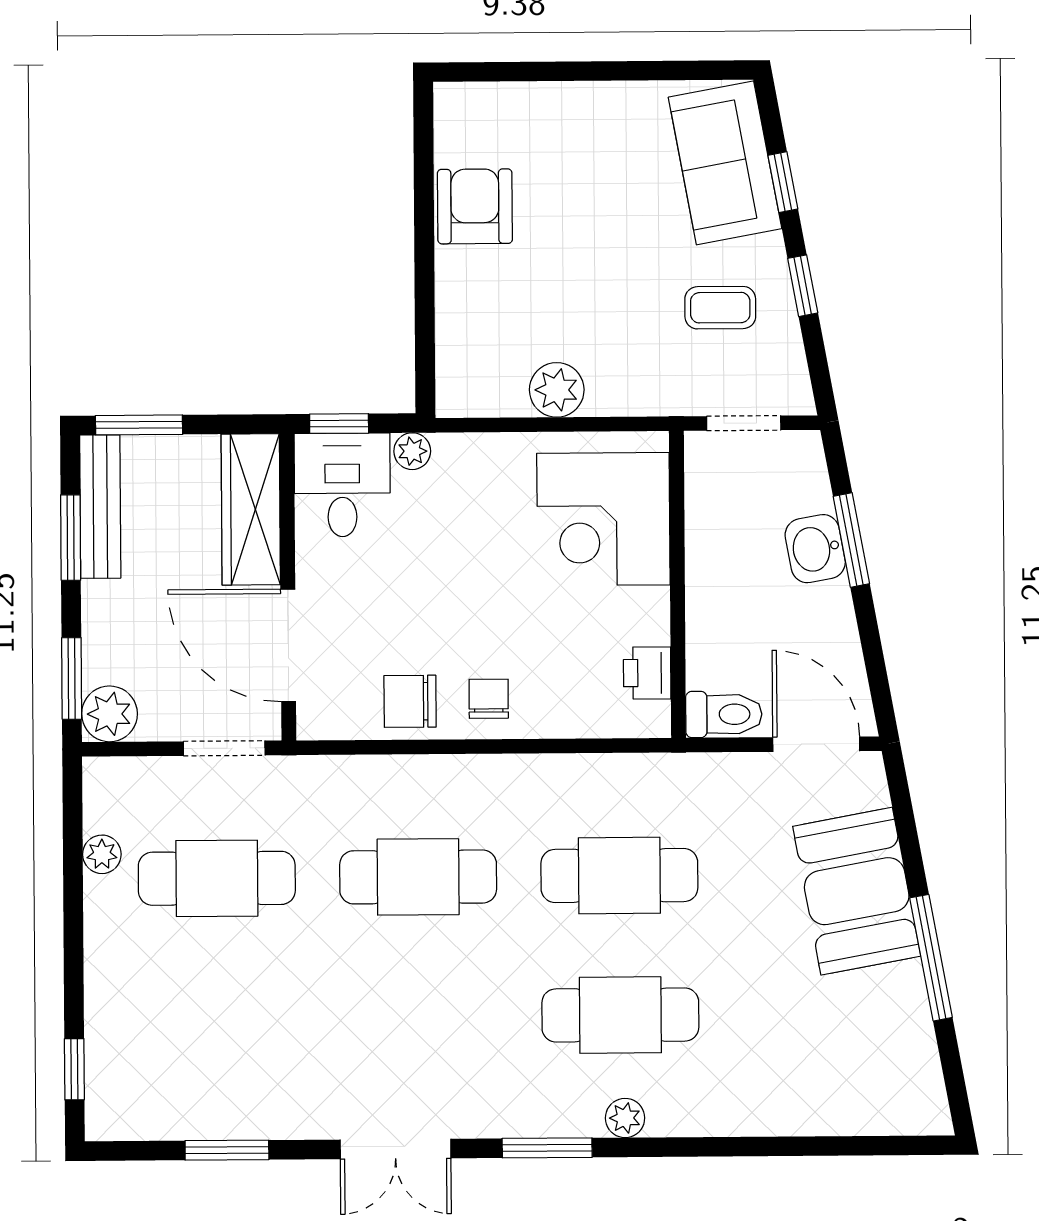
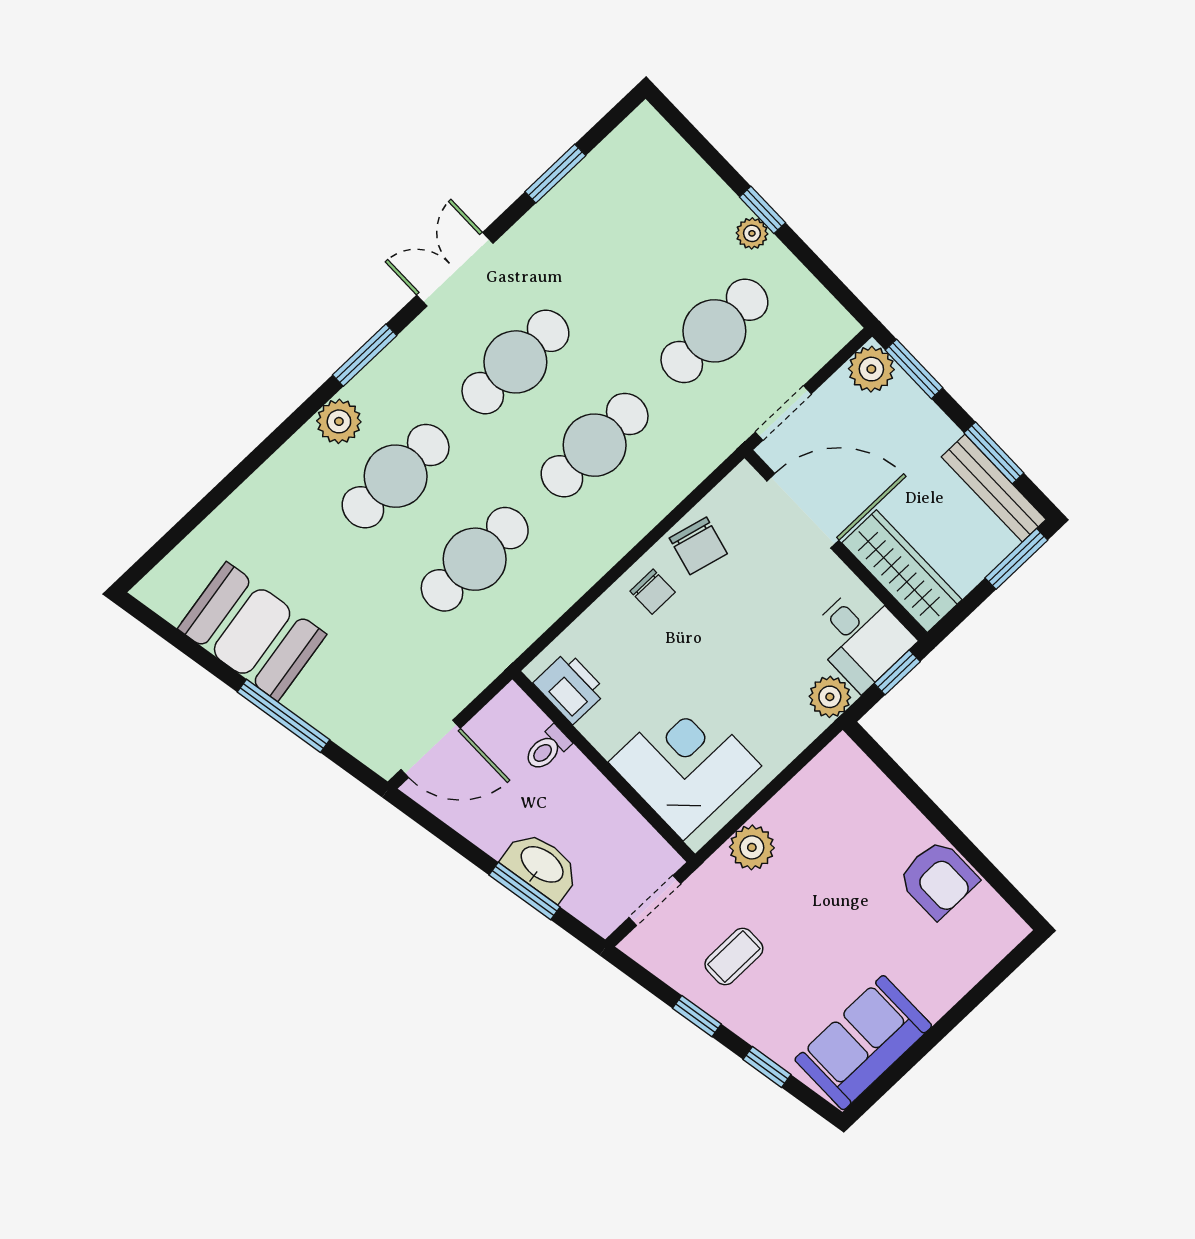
sofa: (725, 163) -> (863, 1043), moved, turned -80
plant: (557, 390) -> (752, 847), moved
plant: (412, 451) -> (830, 697), width x1.38, depth x1.38
washbasin: (815, 549) -> (541, 865), width x1.38
printer: (647, 673) -> (570, 687), width x1.36, depth x1.24
chair: (410, 701) -> (698, 546), turned 104
toilet: (724, 714) -> (547, 749), moved, width x0.73, depth x0.72
plant: (102, 854) -> (752, 233), moved
booth: (857, 891) -> (252, 631), moved
window: (931, 958) -> (284, 716), moved
cafe table: (419, 1016) -> (515, 362), added
window: (74, 1069) -> (762, 210), moved
plant: (625, 1118) -> (339, 421), width x1.38, depth x1.38

